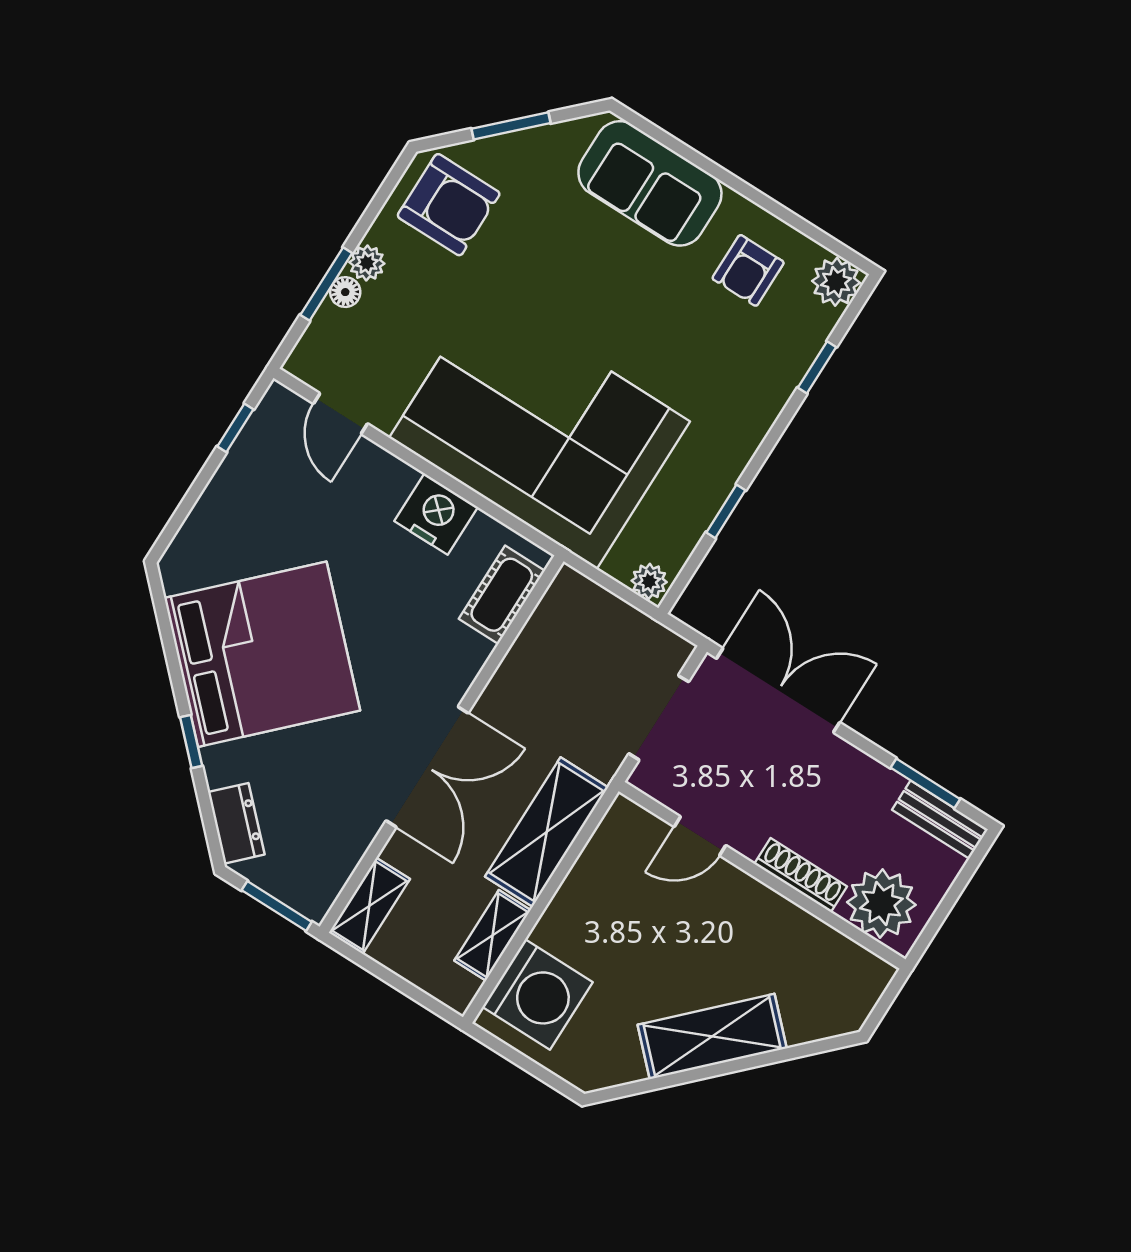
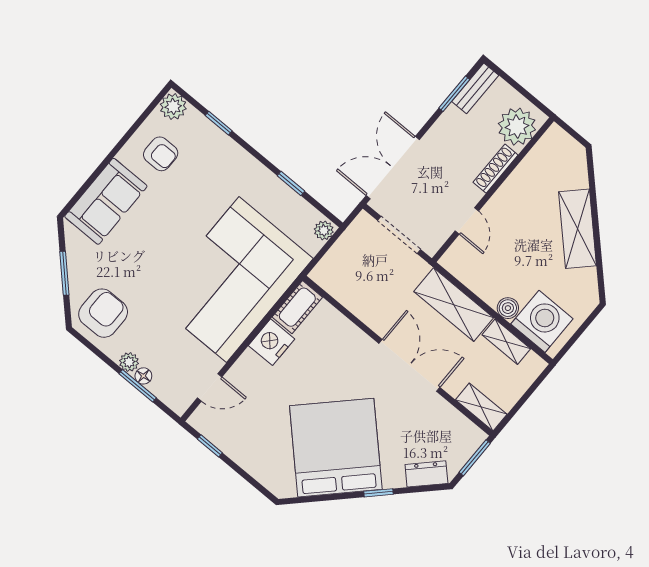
cot: (502, 595) -> (297, 307), moved, turned 90
boiler: (553, 930) -> (508, 308), added

